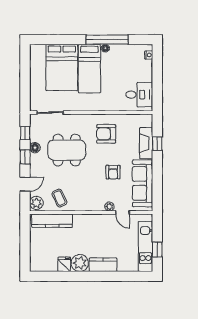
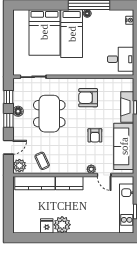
dining table: (67, 150) -> (49, 114), turned 90
kitchen counter: (103, 265) -> (69, 183), moved, turned 180

